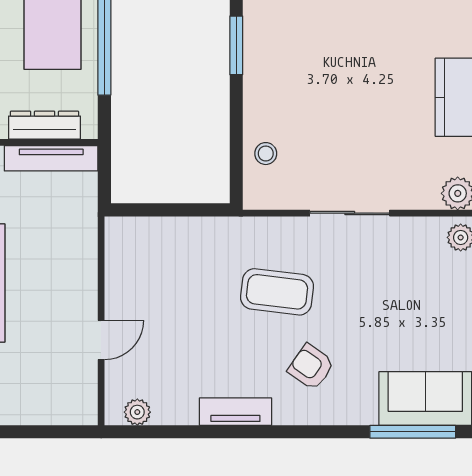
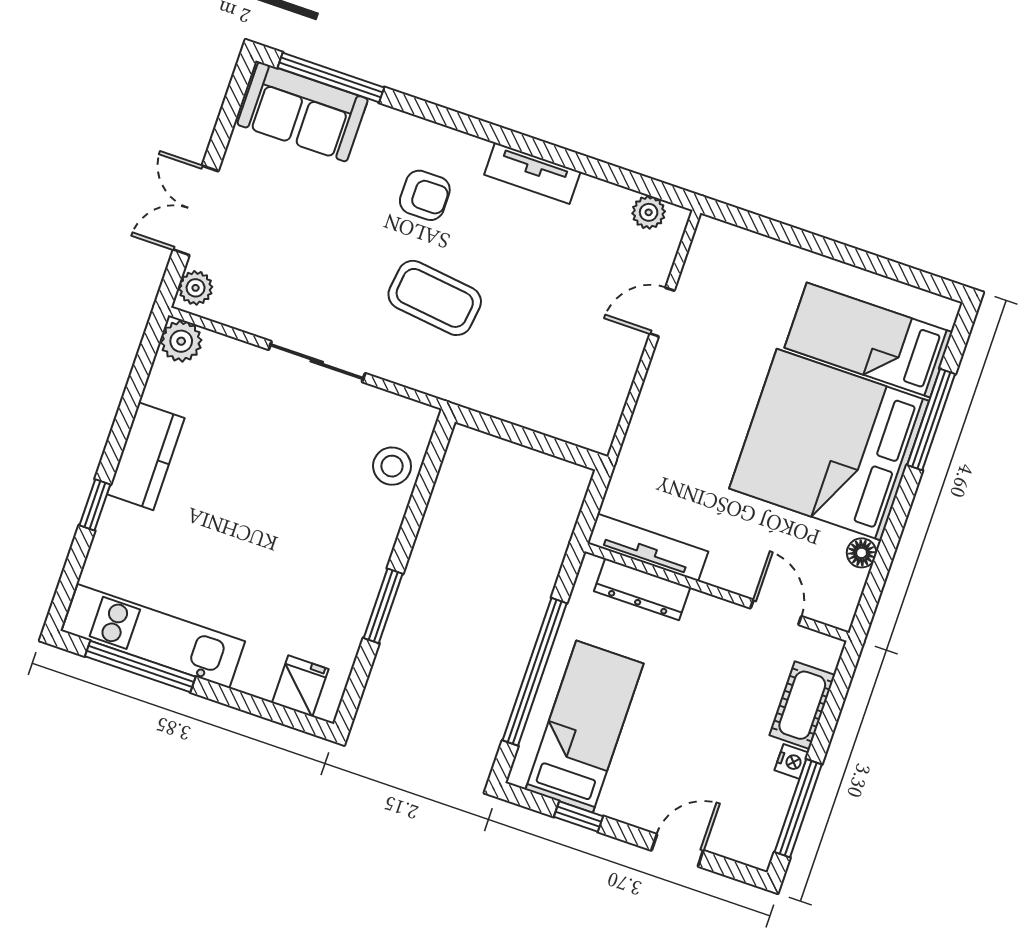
stool: (266, 154) -> (392, 466), width x1.37, depth x1.37
armchair: (311, 367) -> (425, 195), turned -35

